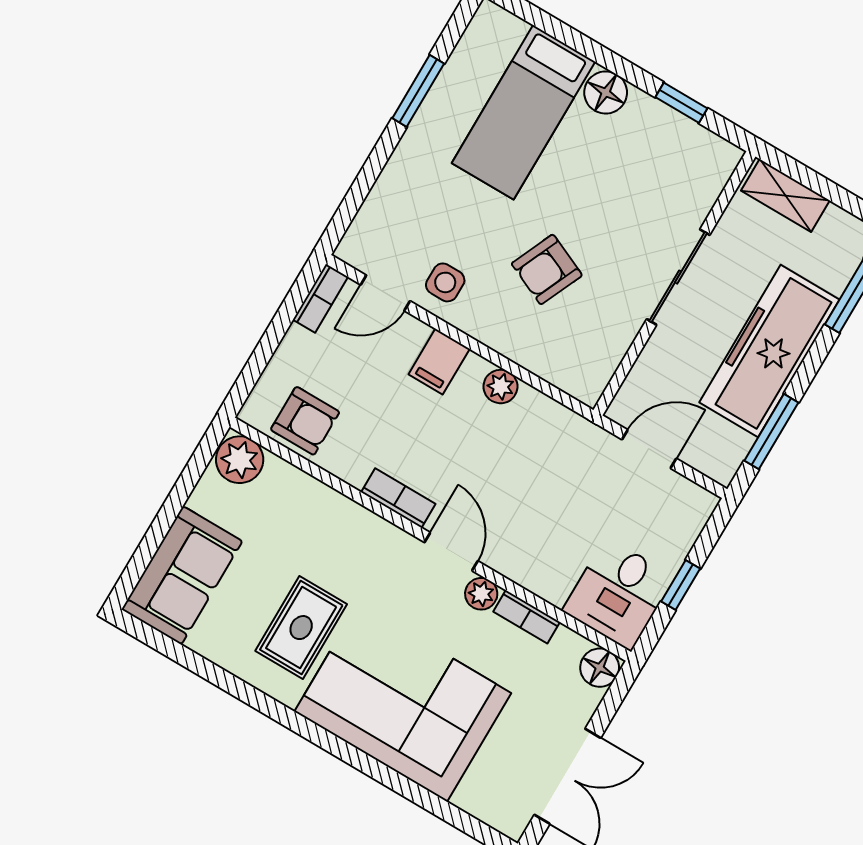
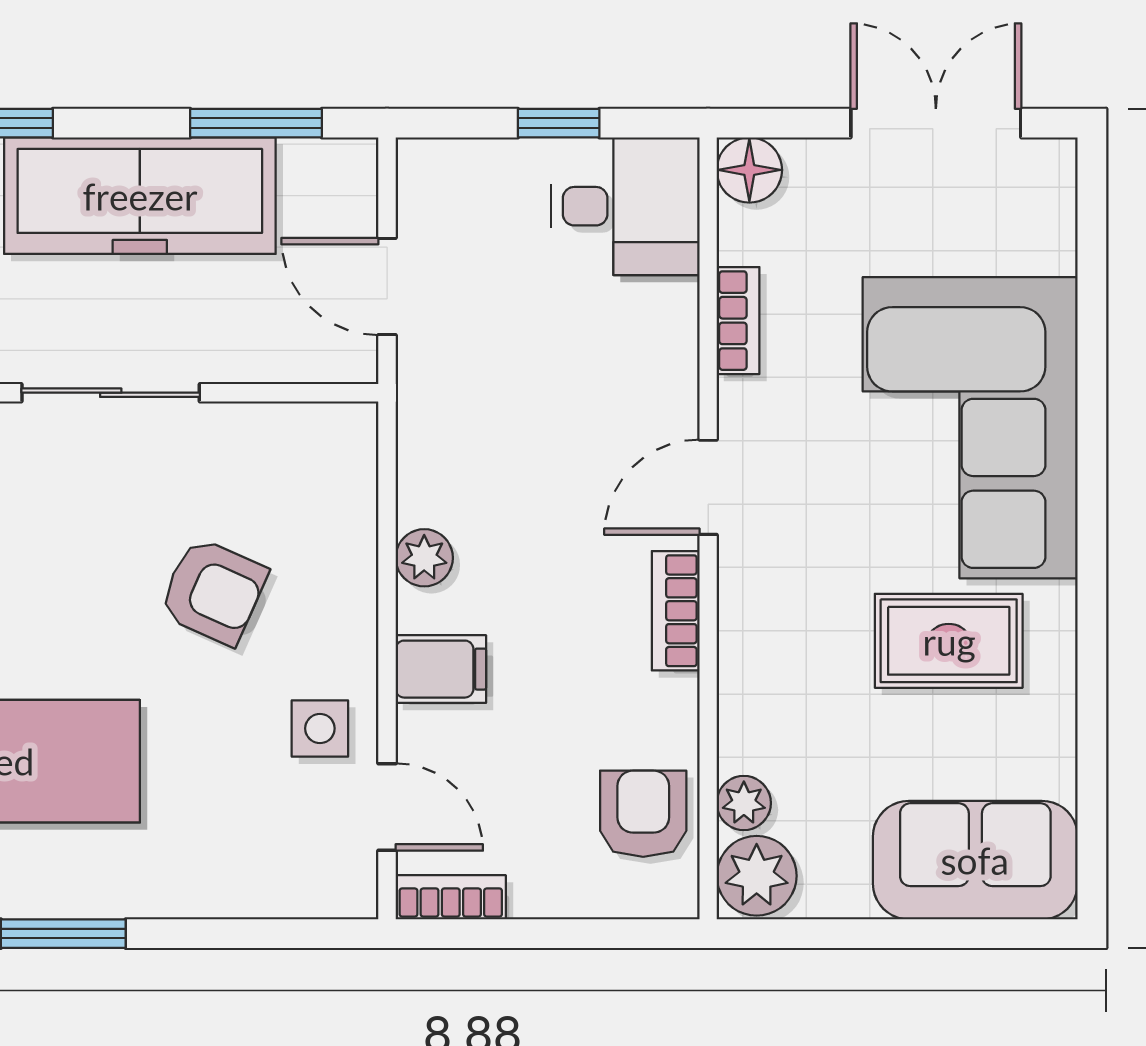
plant: (481, 594) -> (744, 803), moved

